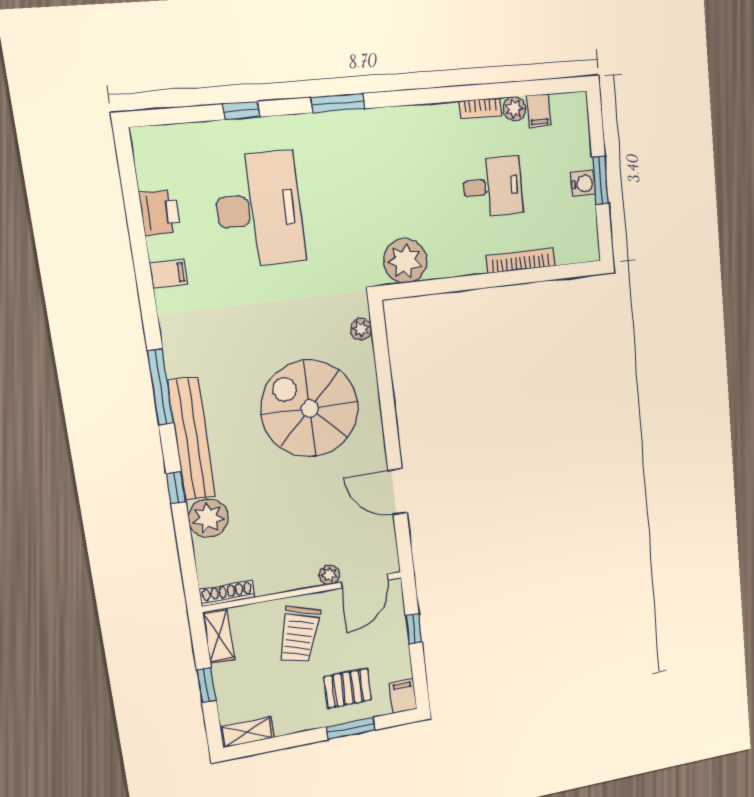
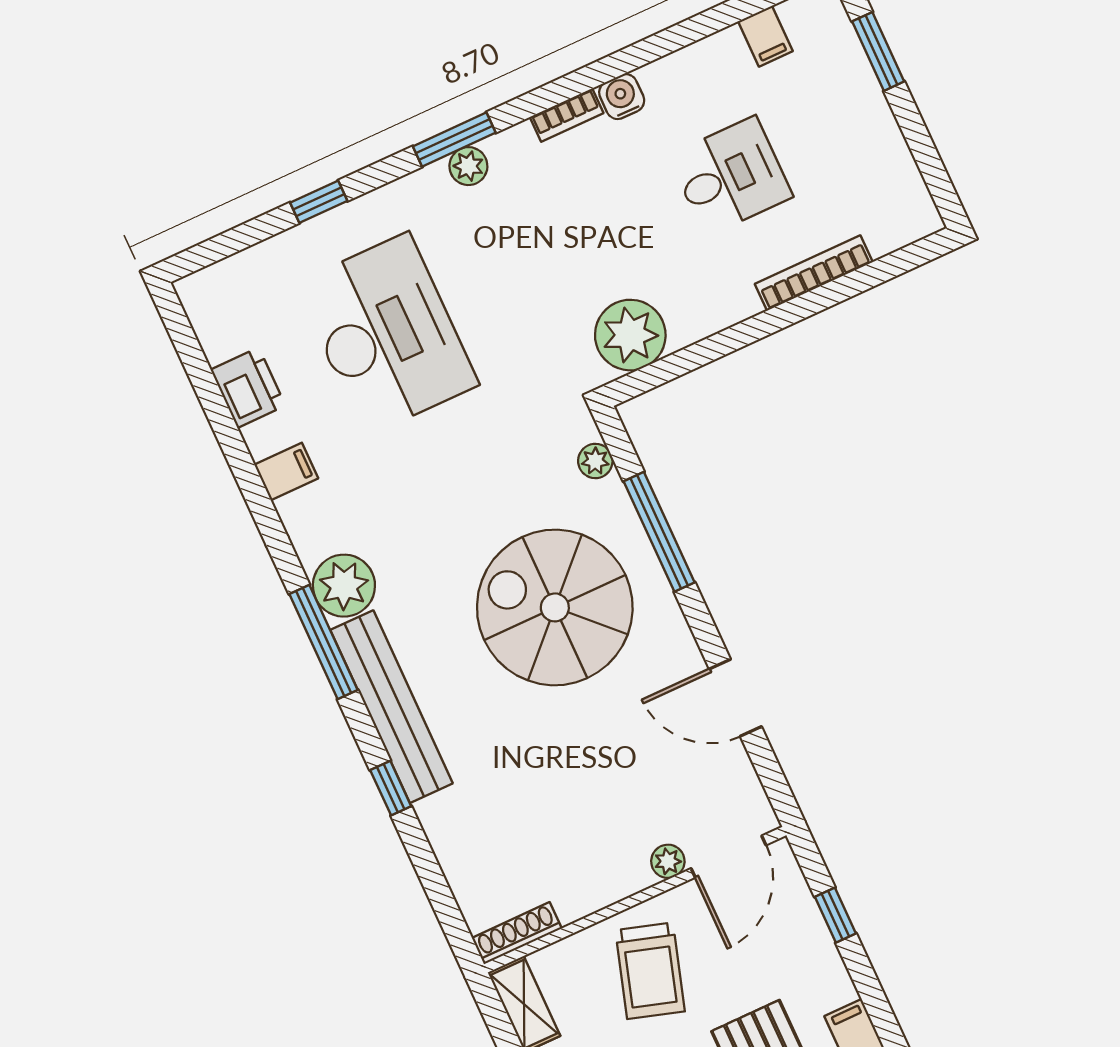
bookcase: (480, 108) -> (567, 115), moved
plant: (514, 109) -> (468, 166), moved
window: (600, 180) -> (878, 51), moved
water cooler: (583, 184) -> (622, 97), moved, turned -90
window: (385, 383) -> (659, 532), added
plant: (208, 518) -> (344, 586), moved

